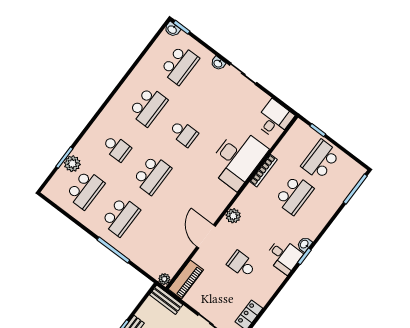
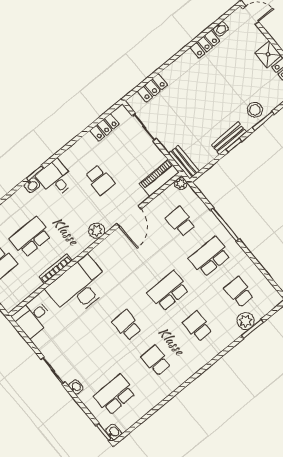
school desk: (148, 106) -> (156, 361), width x0.54
school desk: (85, 190) -> (239, 292), width x0.54
school desk: (156, 243) -> (181, 222), added

